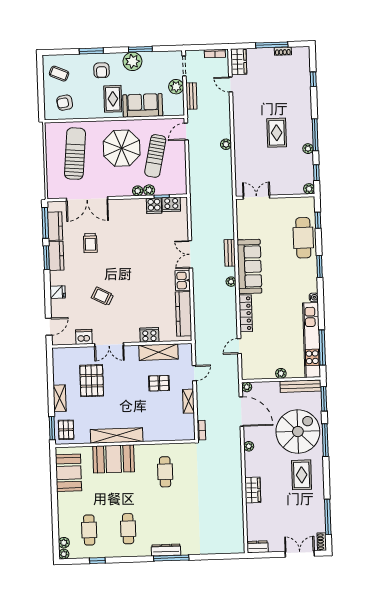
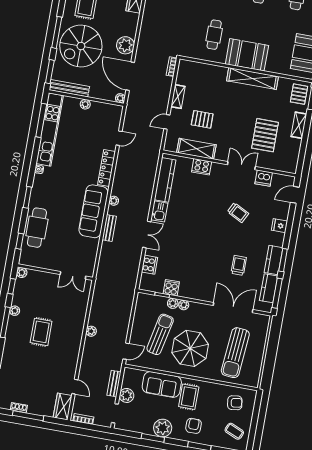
cooker: (171, 204) -> (149, 265), moved, turned 90
plant: (249, 446) -> (125, 45), width x1.88, depth x1.88
booth: (114, 459) -> (247, 55), moved

